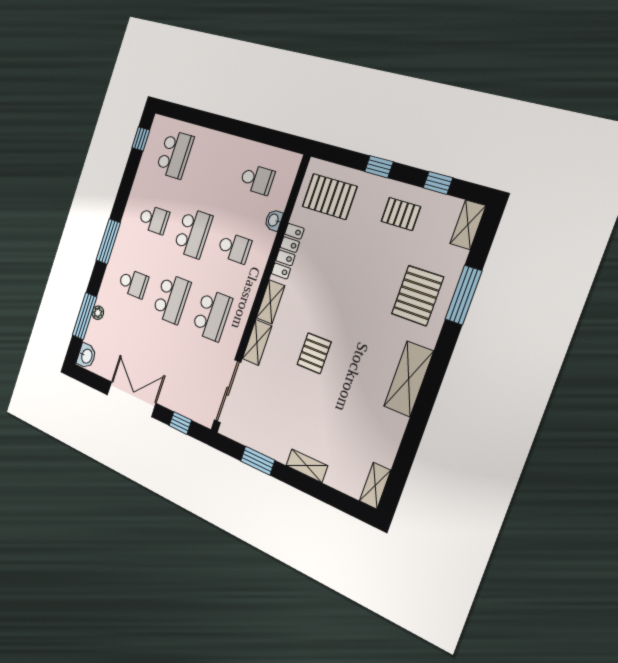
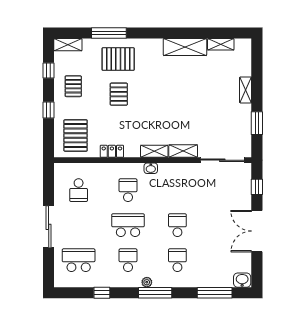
sliding door: (226, 125) -> (49, 227), added
window: (141, 139) -> (102, 293), moved
school desk: (257, 179) -> (79, 190), turned 180
washbasin: (274, 220) -> (151, 168), moved
locker: (288, 251) -> (112, 151), width x0.66
school desk: (171, 299) -> (177, 225), width x0.54
plant: (98, 313) -> (147, 282), moved
school desk: (212, 315) -> (177, 190), removed
pallet: (314, 353) -> (119, 94), moved, turned 90
shelving: (409, 379) -> (185, 47), moved
shelving: (375, 486) -> (221, 44), moved

